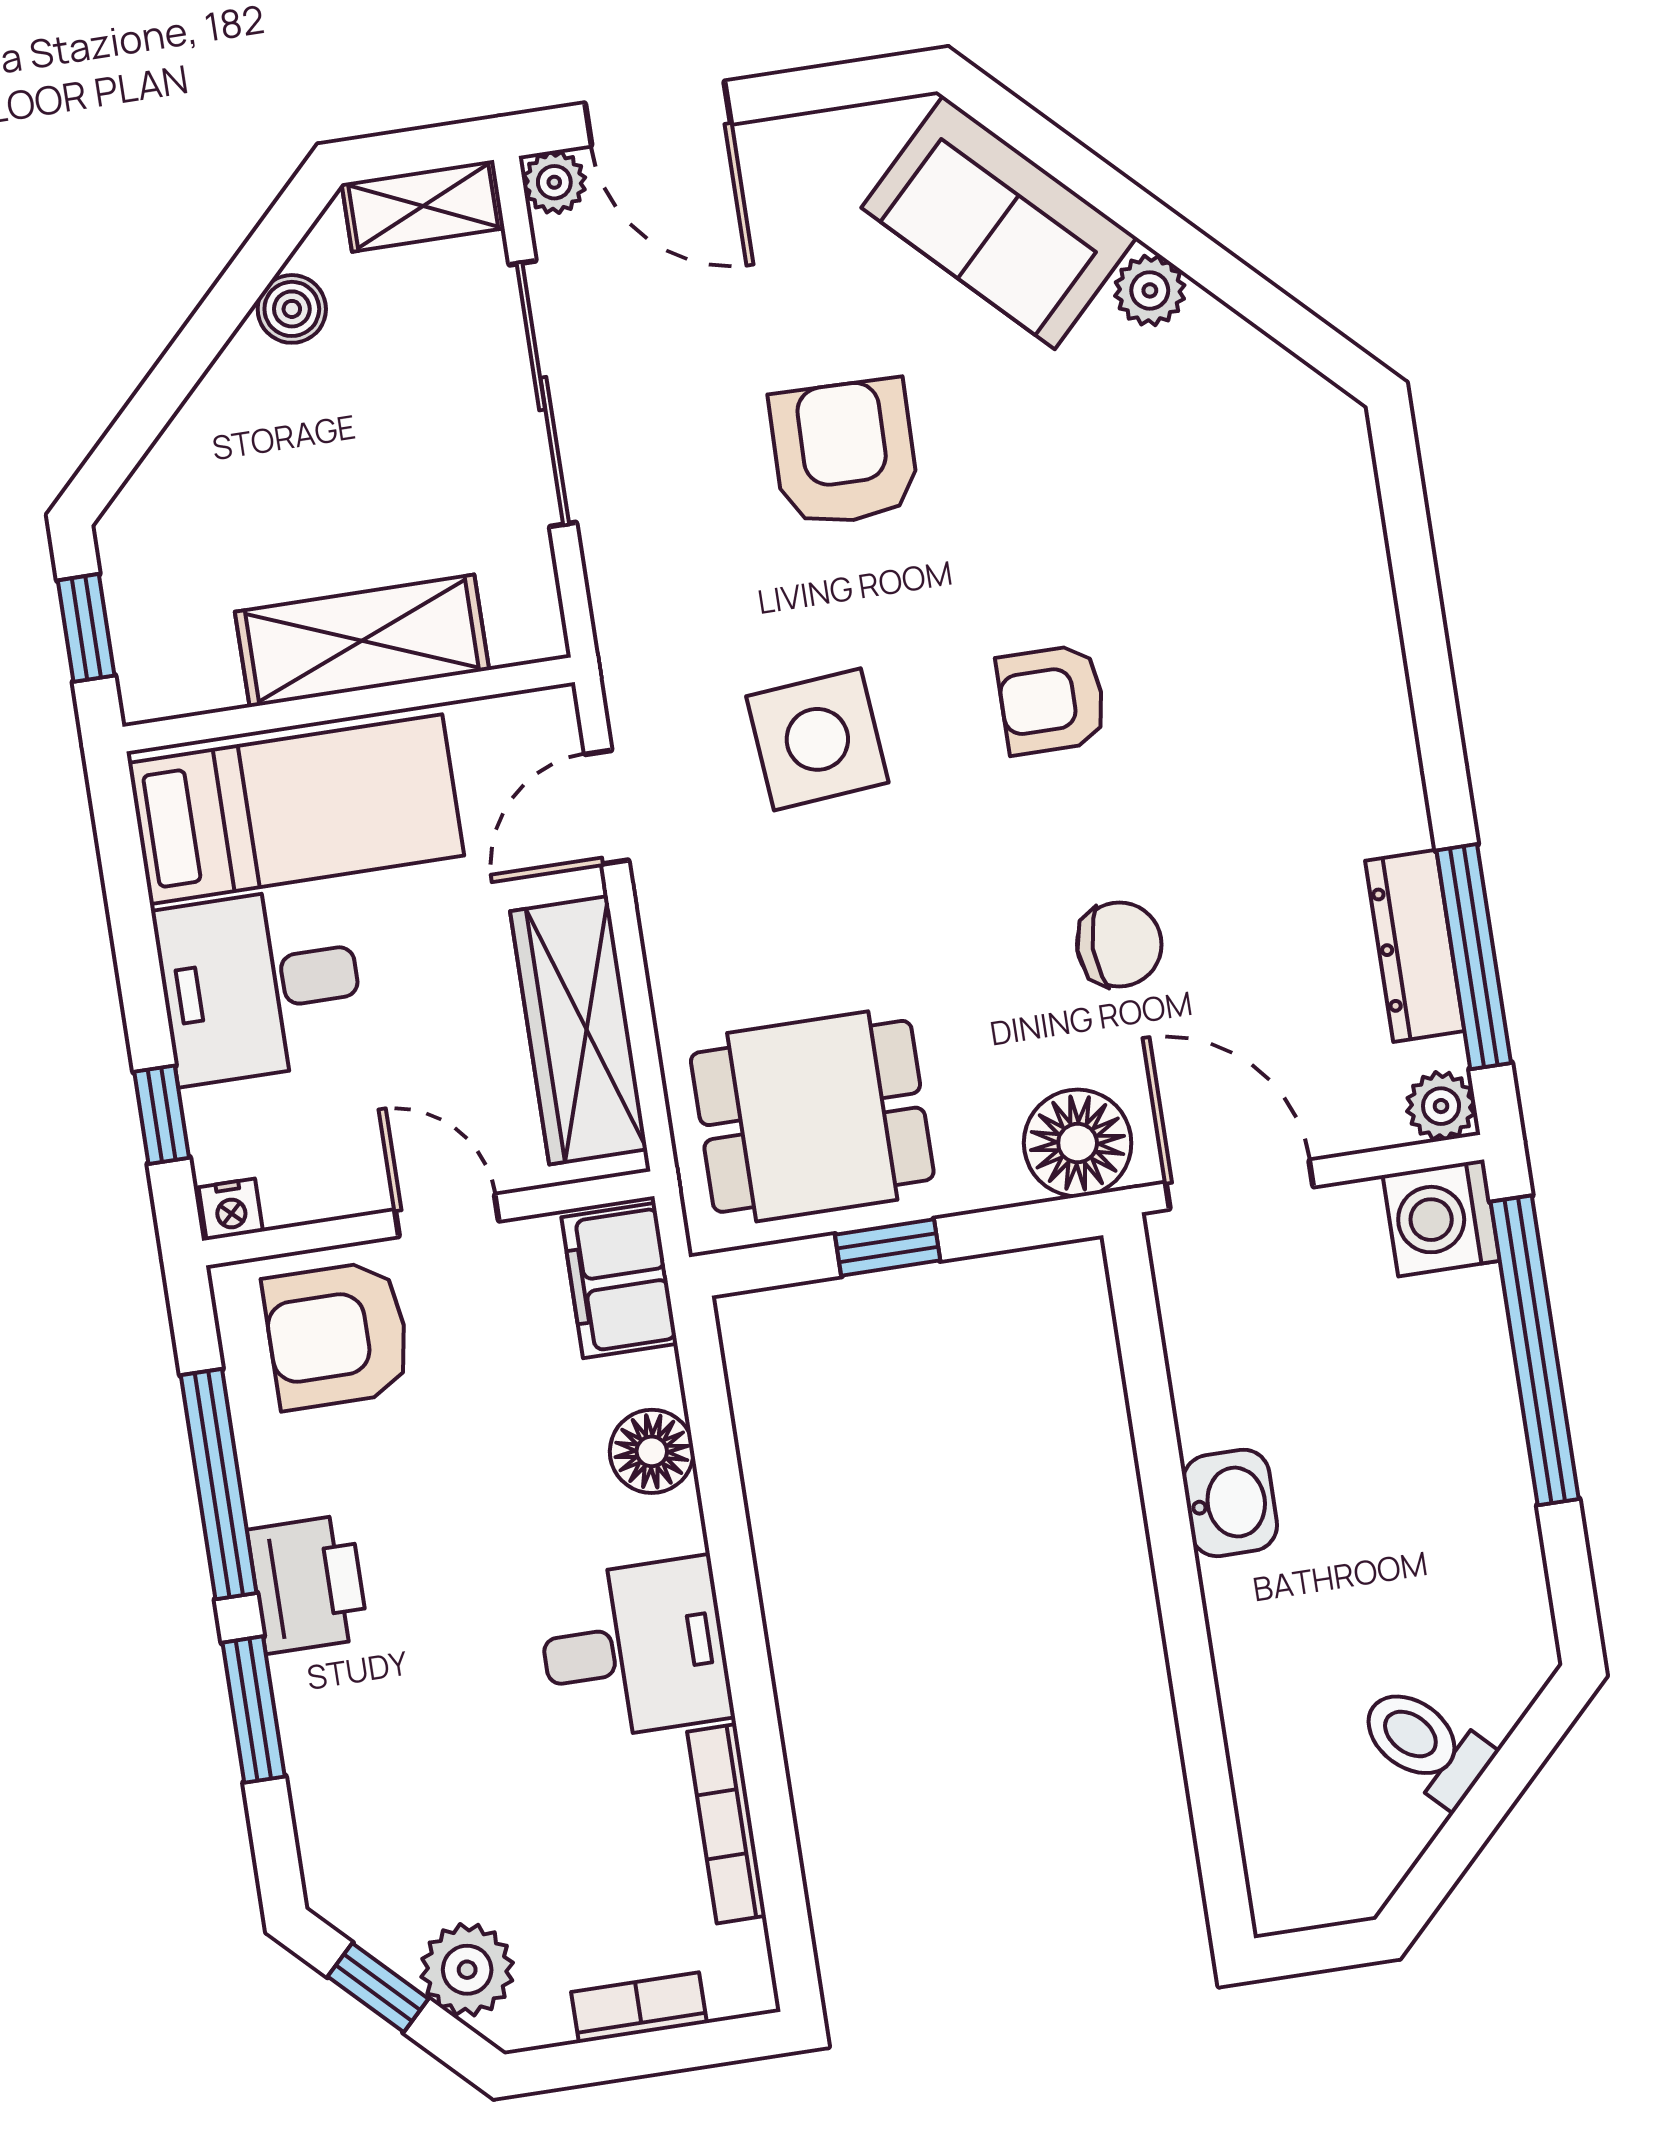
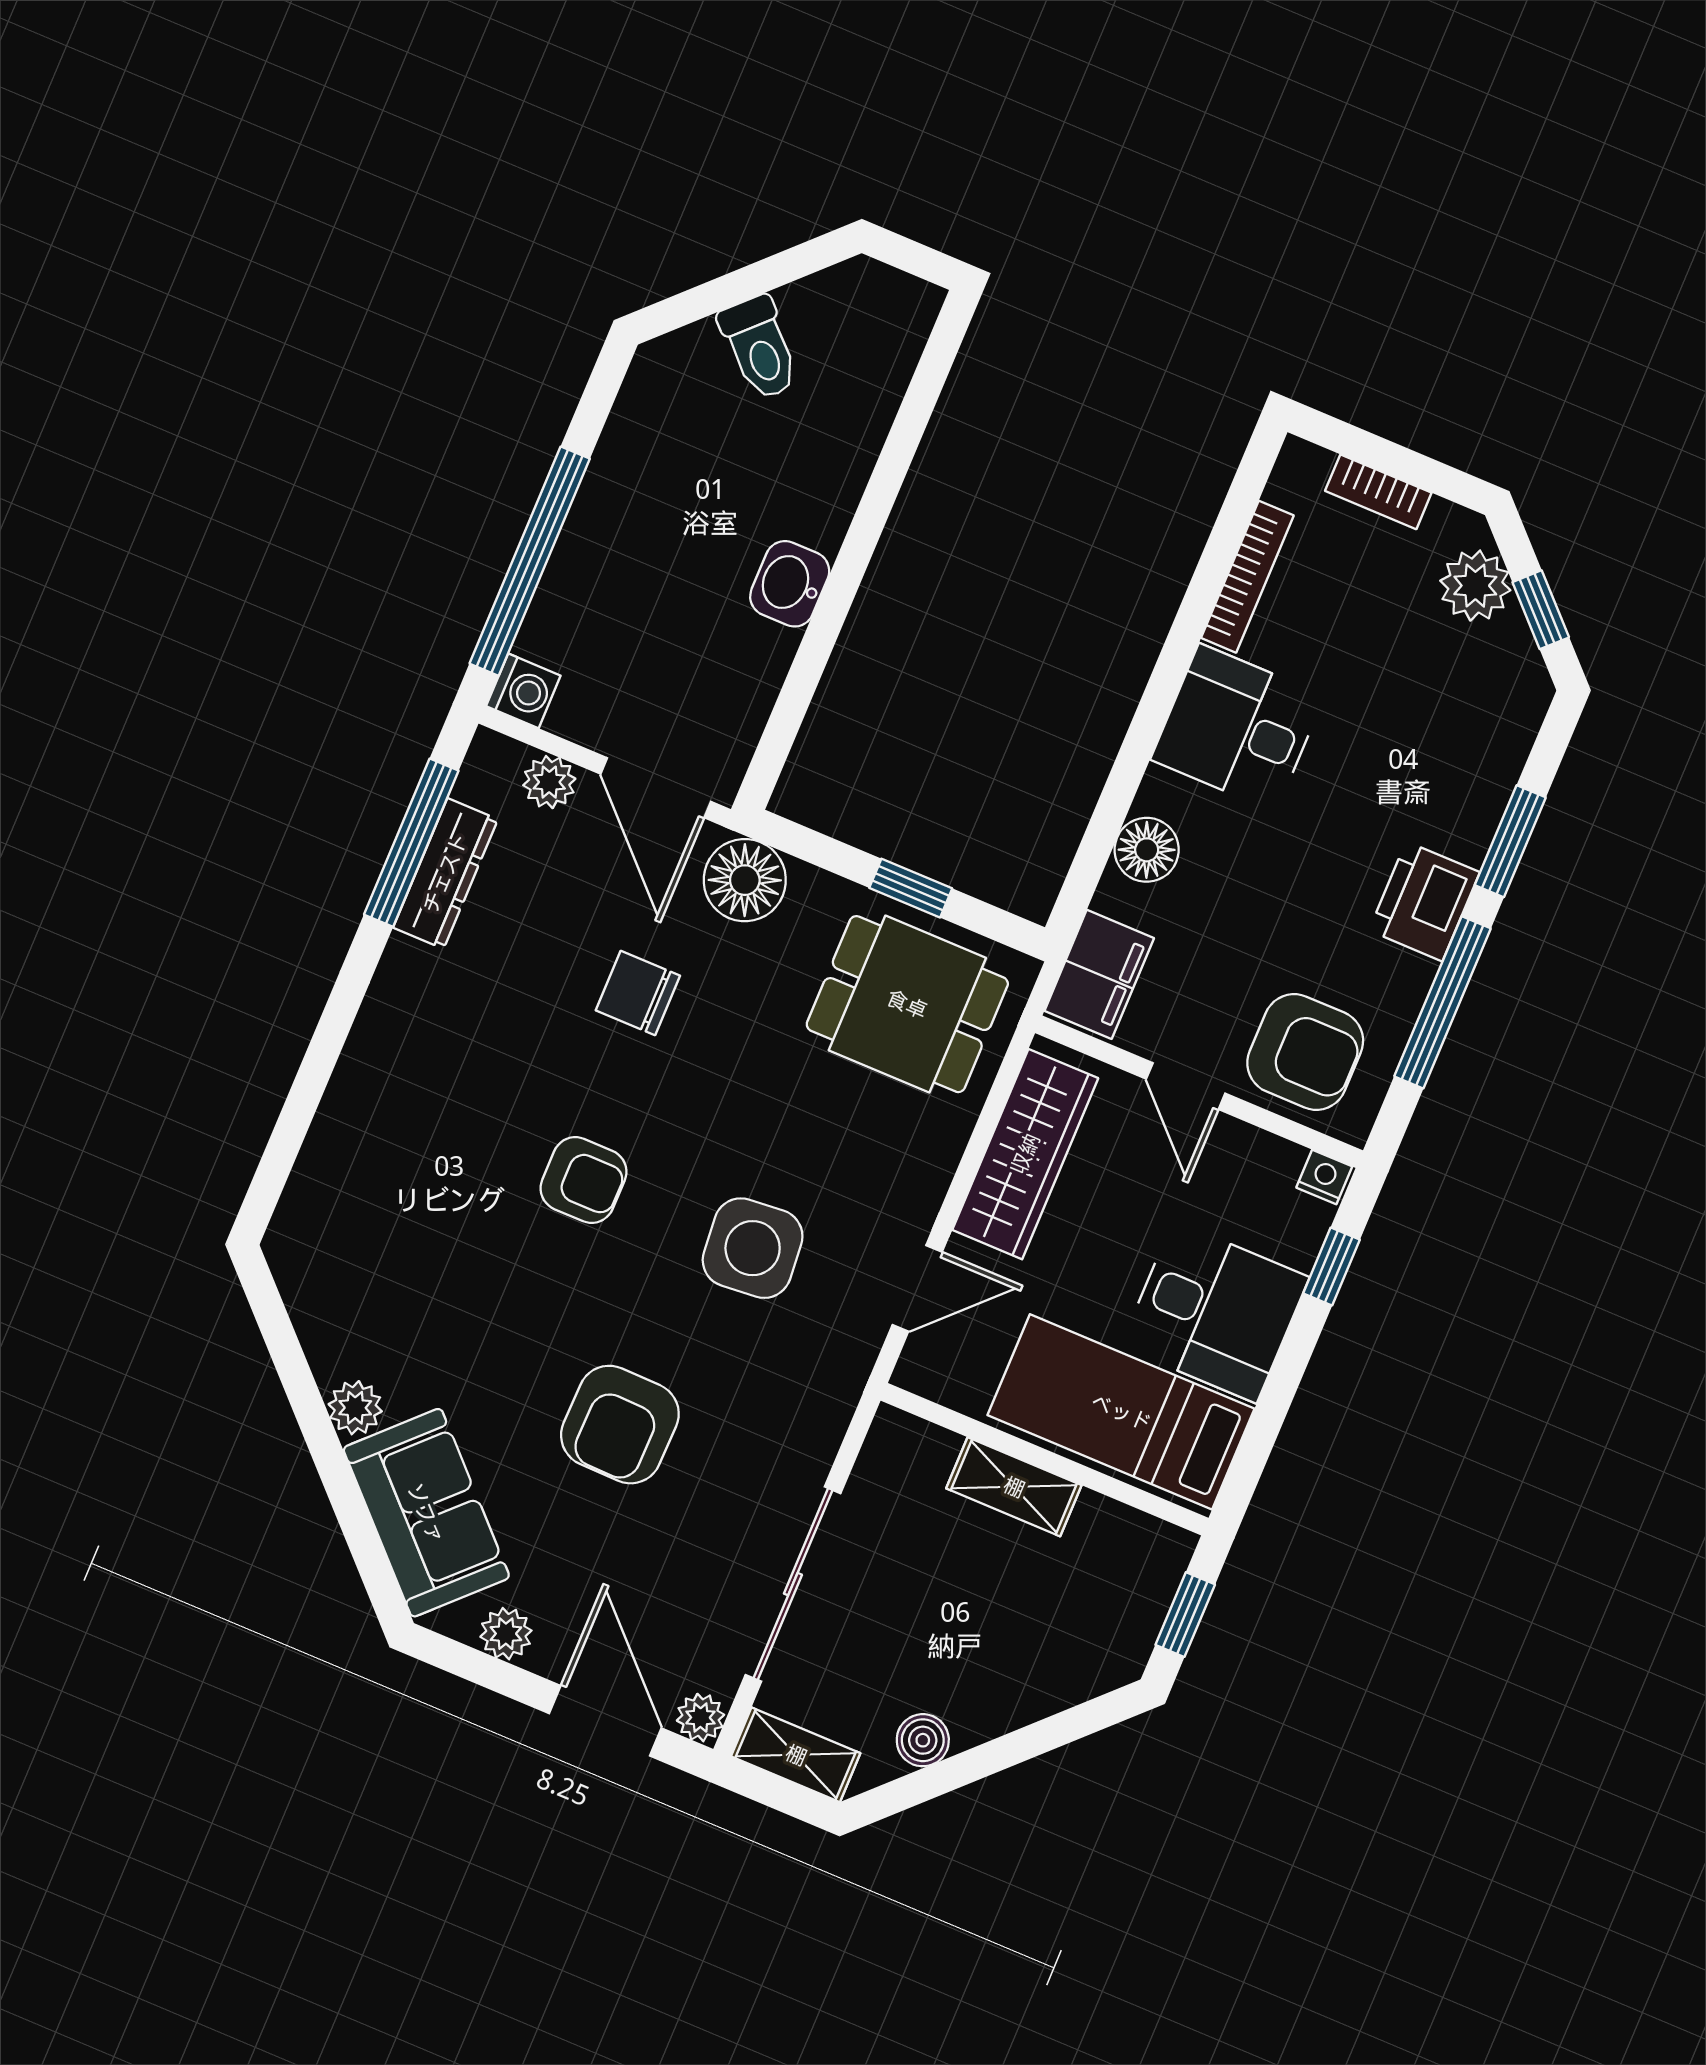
plant: (828, 142) -> (506, 1634), added
shelving: (362, 641) -> (1014, 1487), width x0.67, depth x0.75
plant: (1441, 1106) -> (549, 782), moved
washing machine: (1441, 1218) -> (523, 691), width x0.73, depth x0.73

